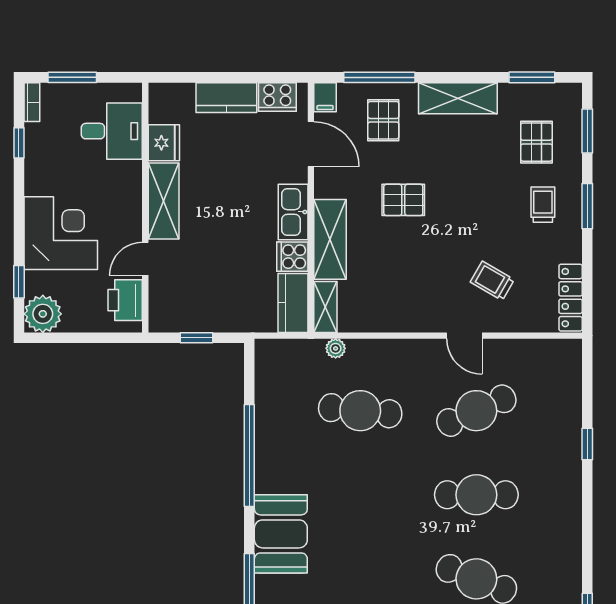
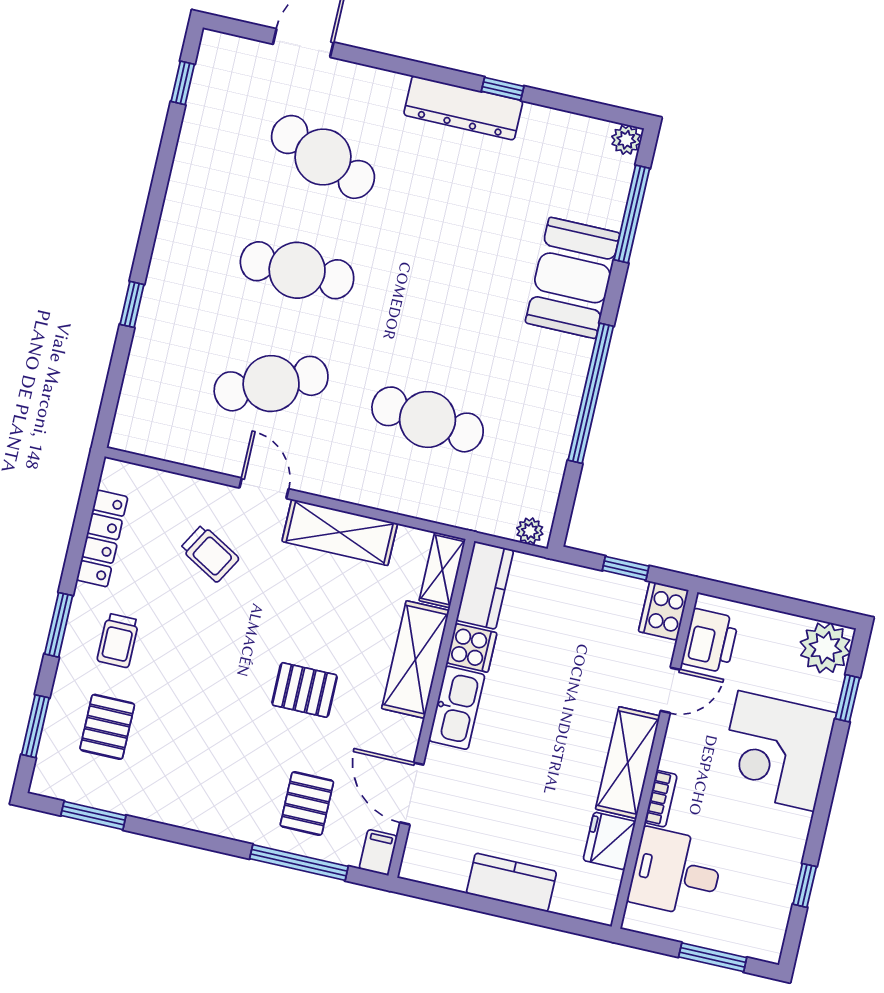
cooker: (277, 97) -> (664, 611), moved, turned -90
shelving: (458, 98) -> (340, 532), moved
bookcase: (32, 102) -> (661, 799), moved, turned 180
locker: (571, 298) -> (102, 538), moved
plant: (336, 348) -> (530, 531), moved

